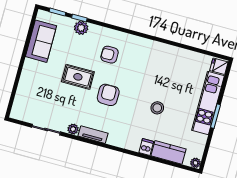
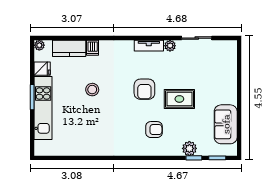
fridge: (219, 66) -> (42, 69), moved

